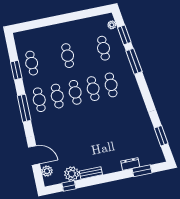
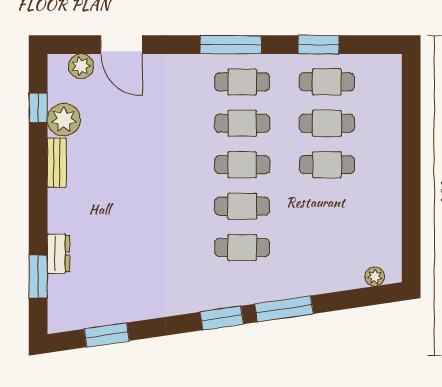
window: (124, 35) -> (222, 318), moved
cafe table: (103, 48) -> (327, 123), moved
door: (34, 155) -> (122, 45), hinge flipped

